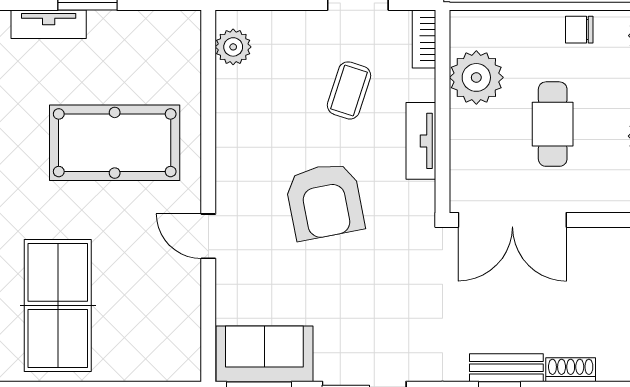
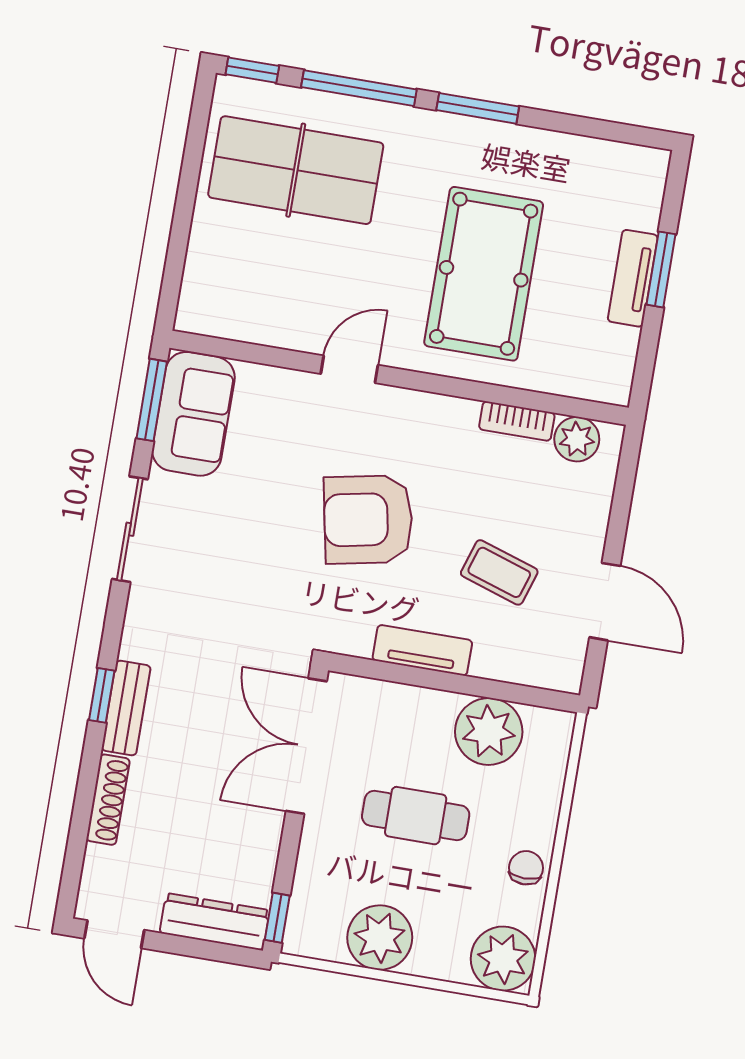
tv unit: (49, 24) -> (633, 278), moved
bookcase: (424, 39) -> (517, 421), moved, turned 180
shoe rack: (571, 370) -> (108, 800), width x1.43

